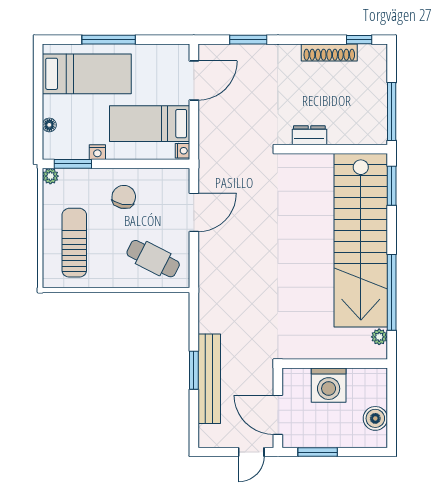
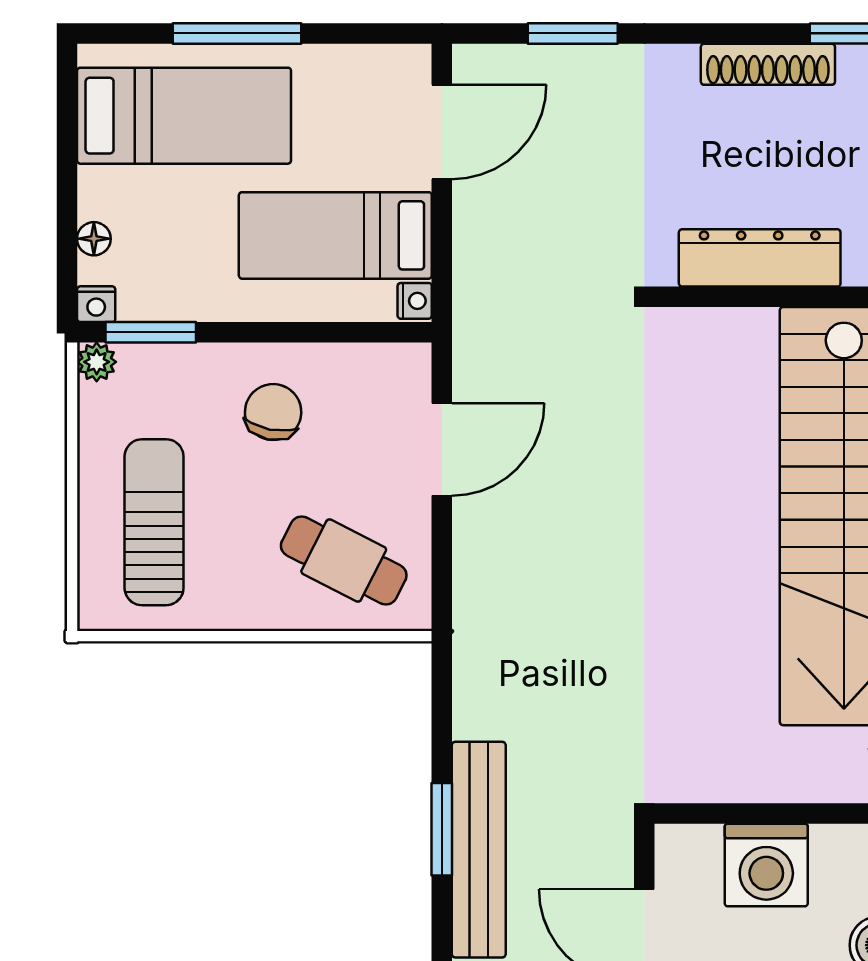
dresser: (309, 135) -> (760, 258), width x1.96, depth x1.24
nightstand: (97, 152) -> (96, 304), moved

